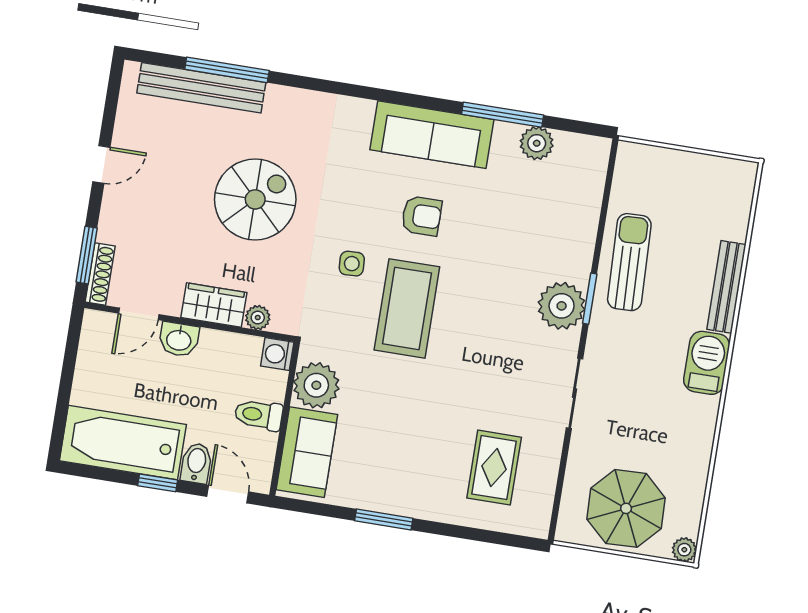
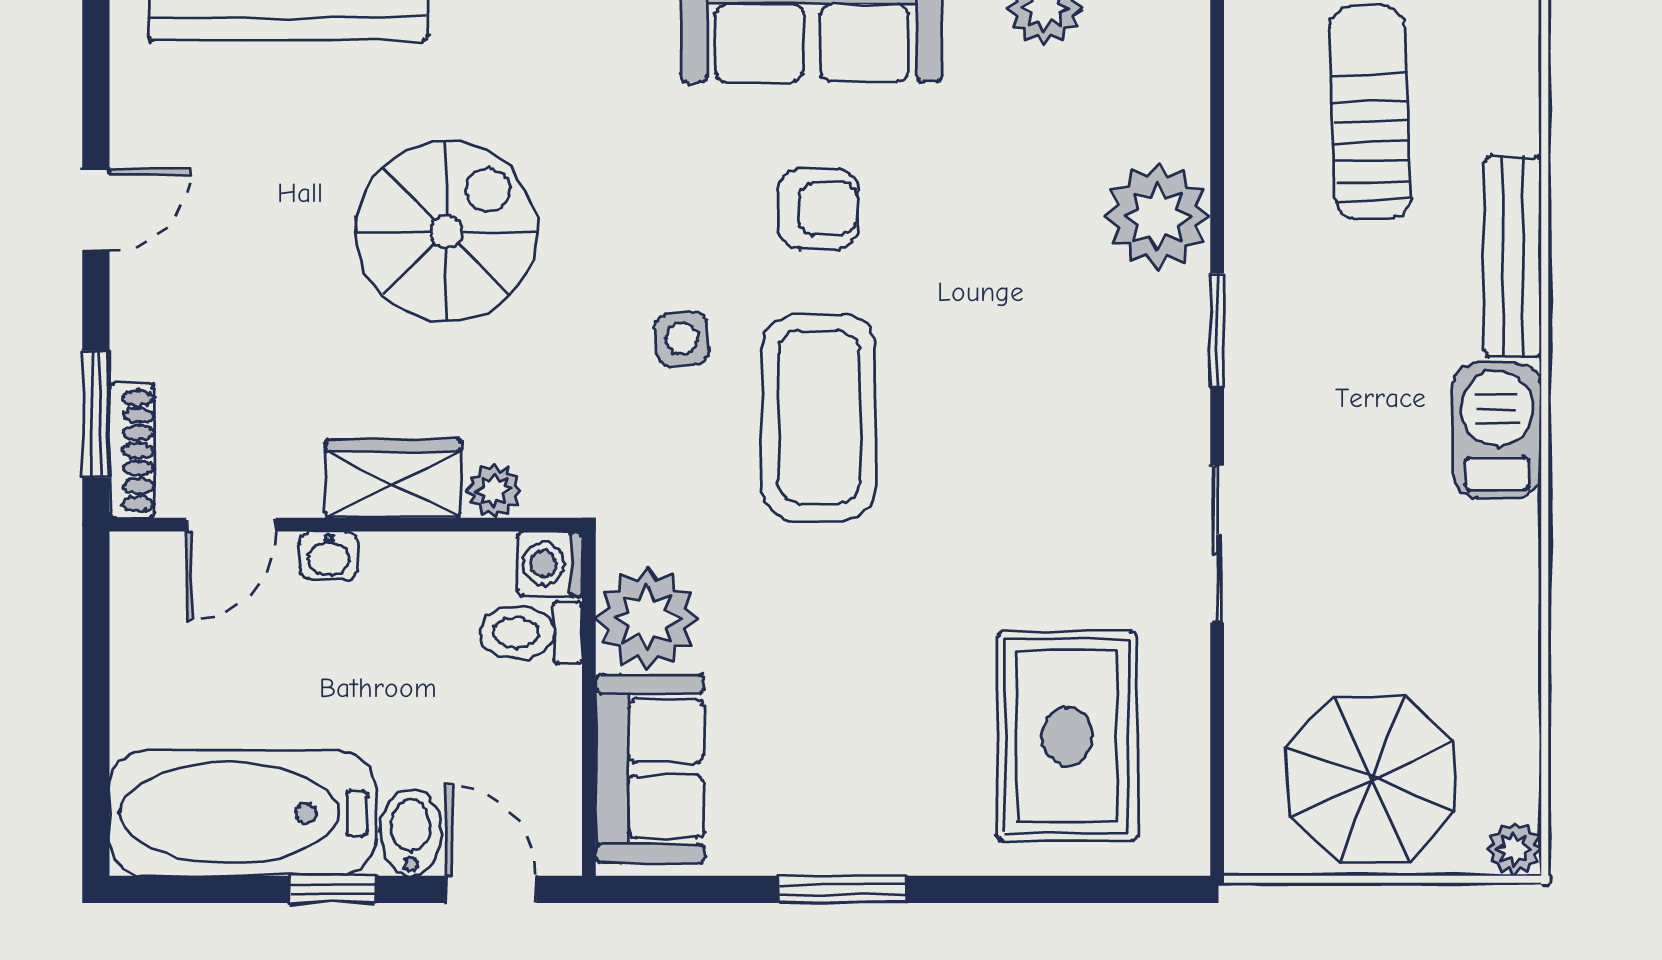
sun lounger: (629, 262) -> (1370, 113), moved
plant: (562, 306) -> (1158, 216), moved
washbasin: (179, 339) -> (328, 556), width x0.72, depth x0.69
toilet: (259, 415) -> (530, 633), moved
rug: (494, 468) -> (1067, 736), width x1.36, depth x1.43

